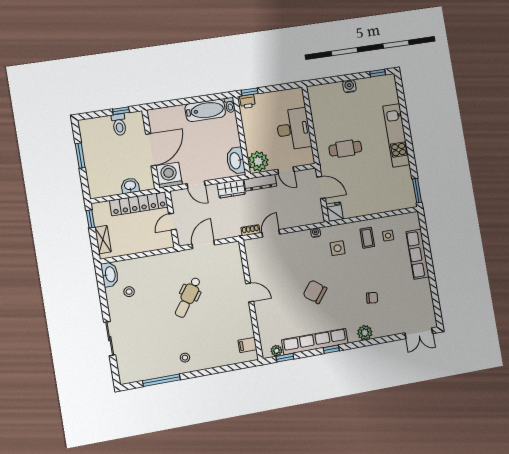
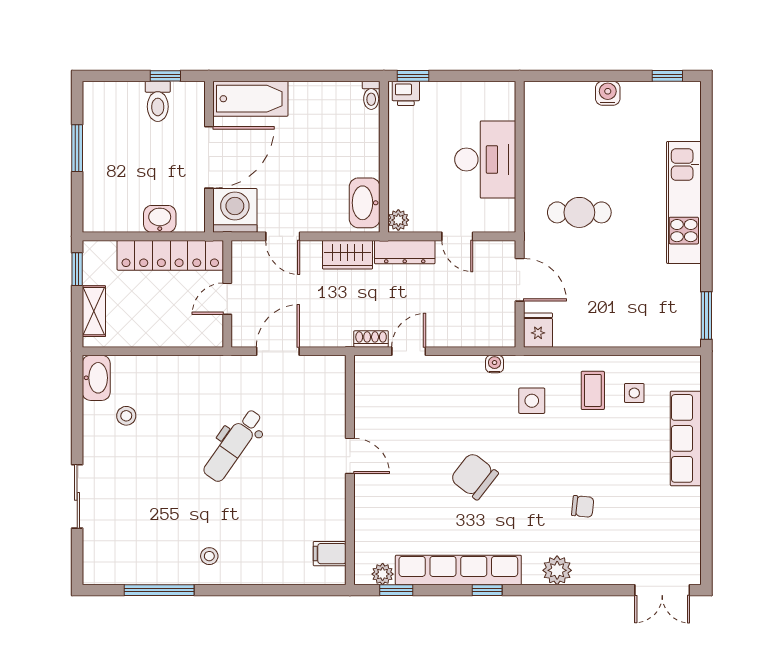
bathtub: (205, 110) -> (250, 99), moved
plant: (258, 161) -> (398, 220), width x0.53, depth x0.53

